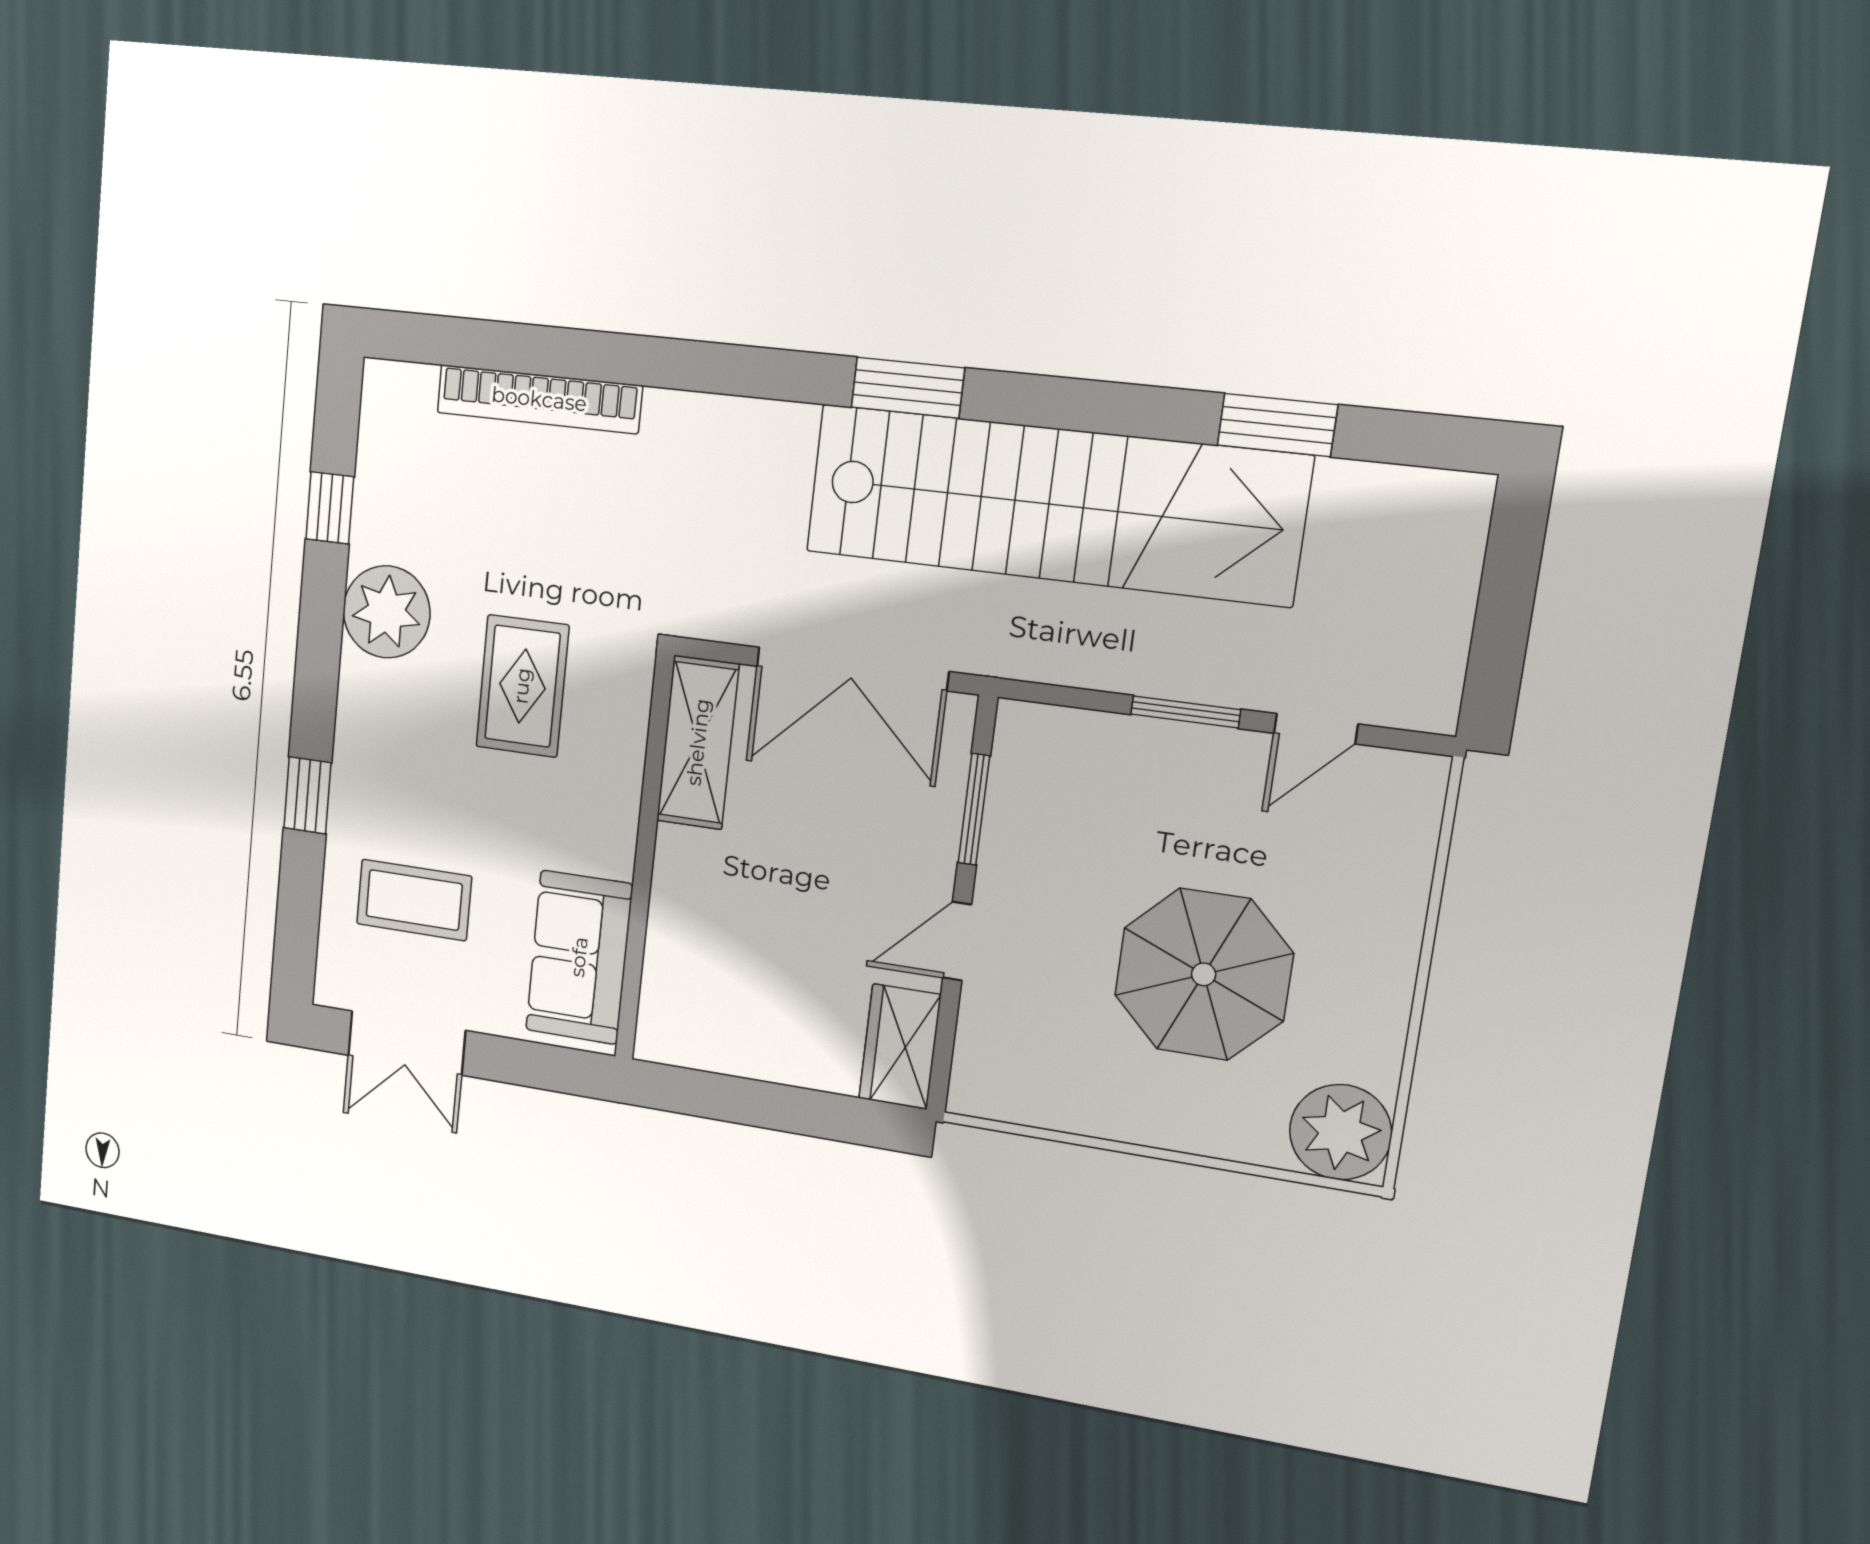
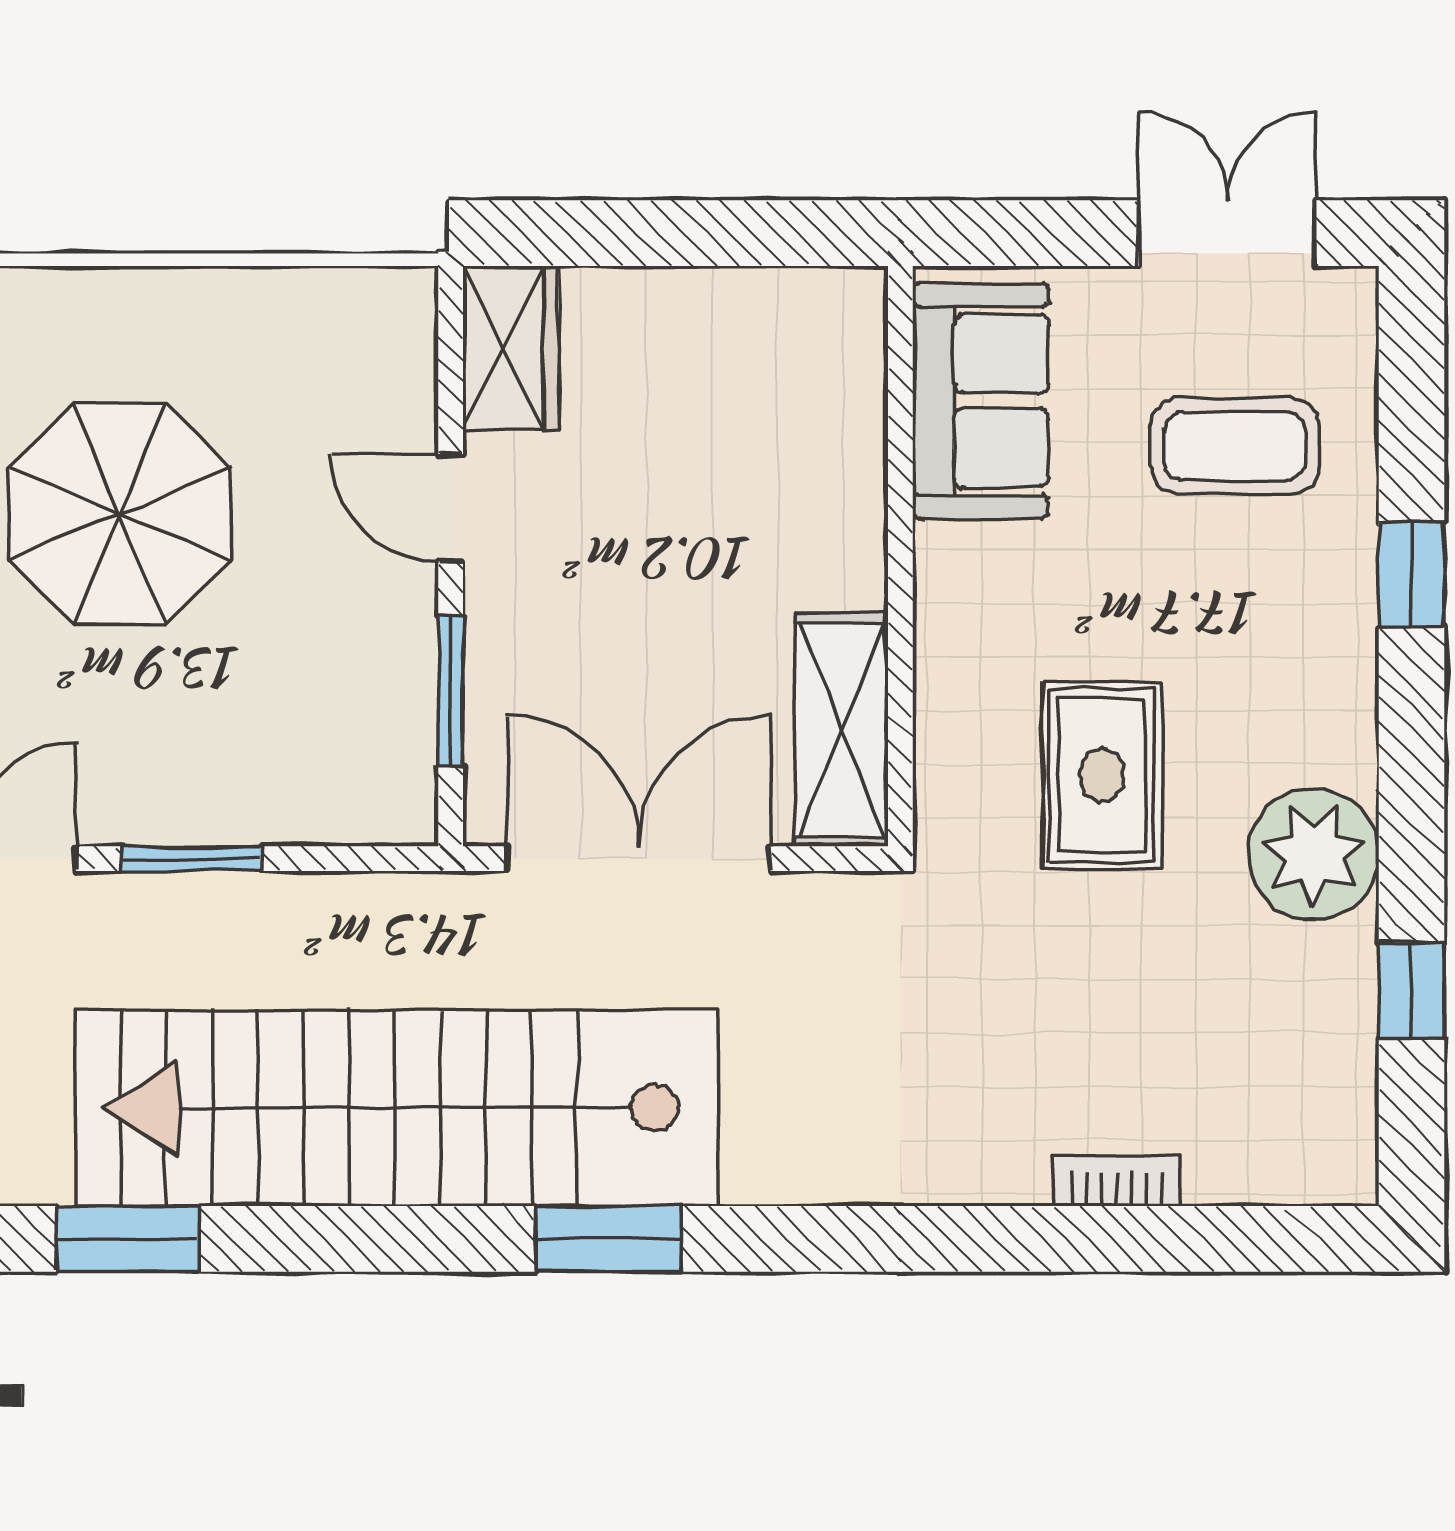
bookcase: (539, 399) -> (1117, 1181), width x0.43, depth x0.76
door: (957, 941) -> (451, 508), swing flipped

